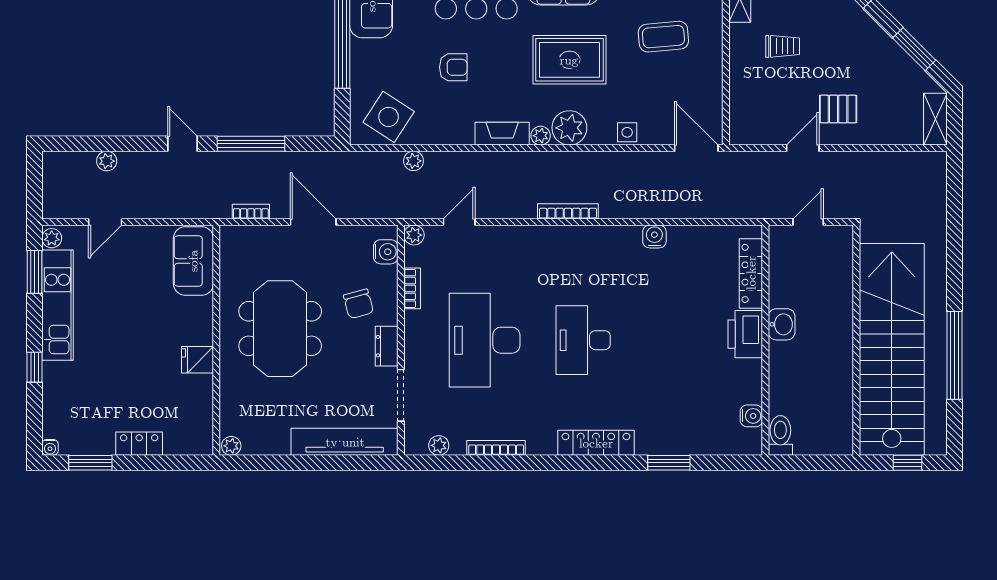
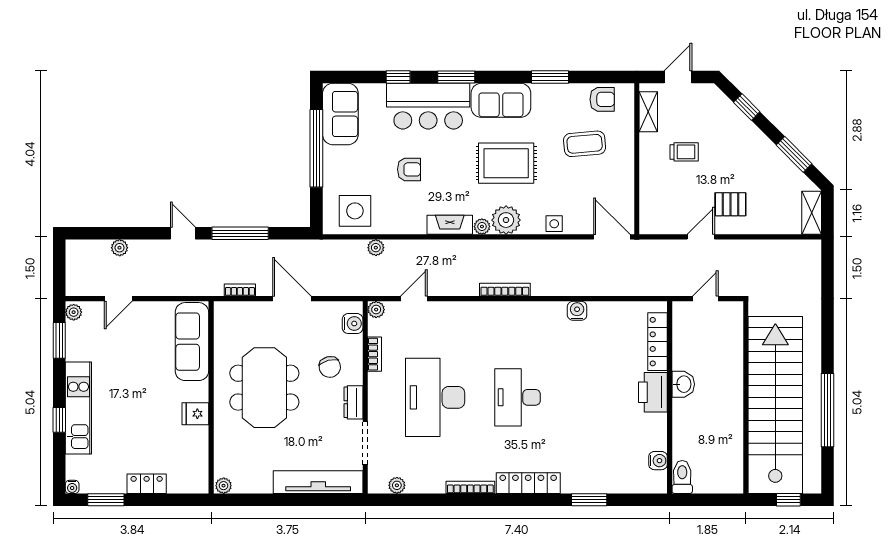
side table: (389, 117) -> (355, 211), turned -33
sofa: (193, 261) -> (192, 342), width x1.36
kitchen unit: (58, 305) -> (78, 408), moved
bookcase: (496, 448) -> (470, 487), moved

